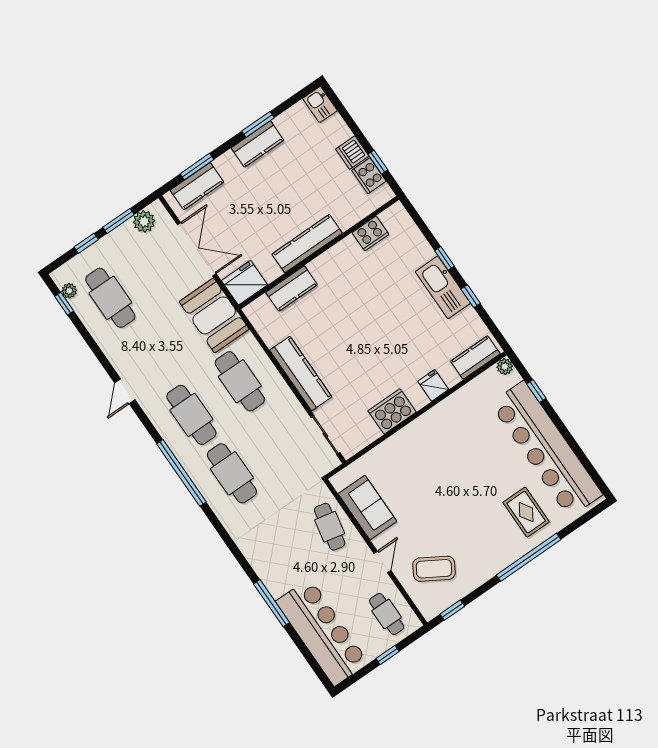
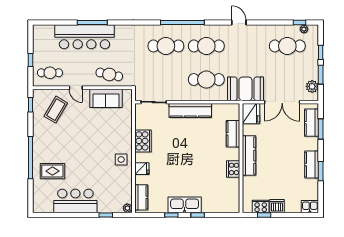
cooker: (370, 233) -> (233, 169), moved
side table: (441, 424) -> (121, 160), added
bar counter: (546, 449) -> (75, 201), width x0.54
bar counter: (322, 632) -> (84, 37), moved

